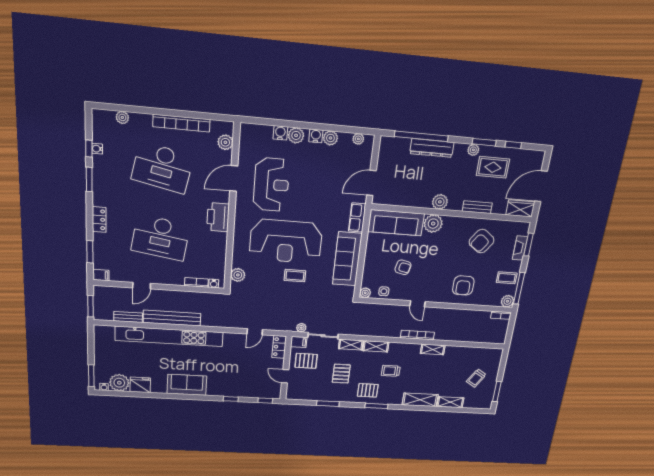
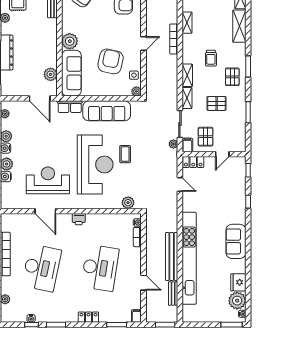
plant: (225, 142) -> (17, 219), removed
plant: (440, 202) -> (51, 74), moved
printer: (218, 217) -> (79, 219), width x0.53, depth x0.68
armchair: (403, 267) -> (111, 61), width x1.88, depth x1.88

